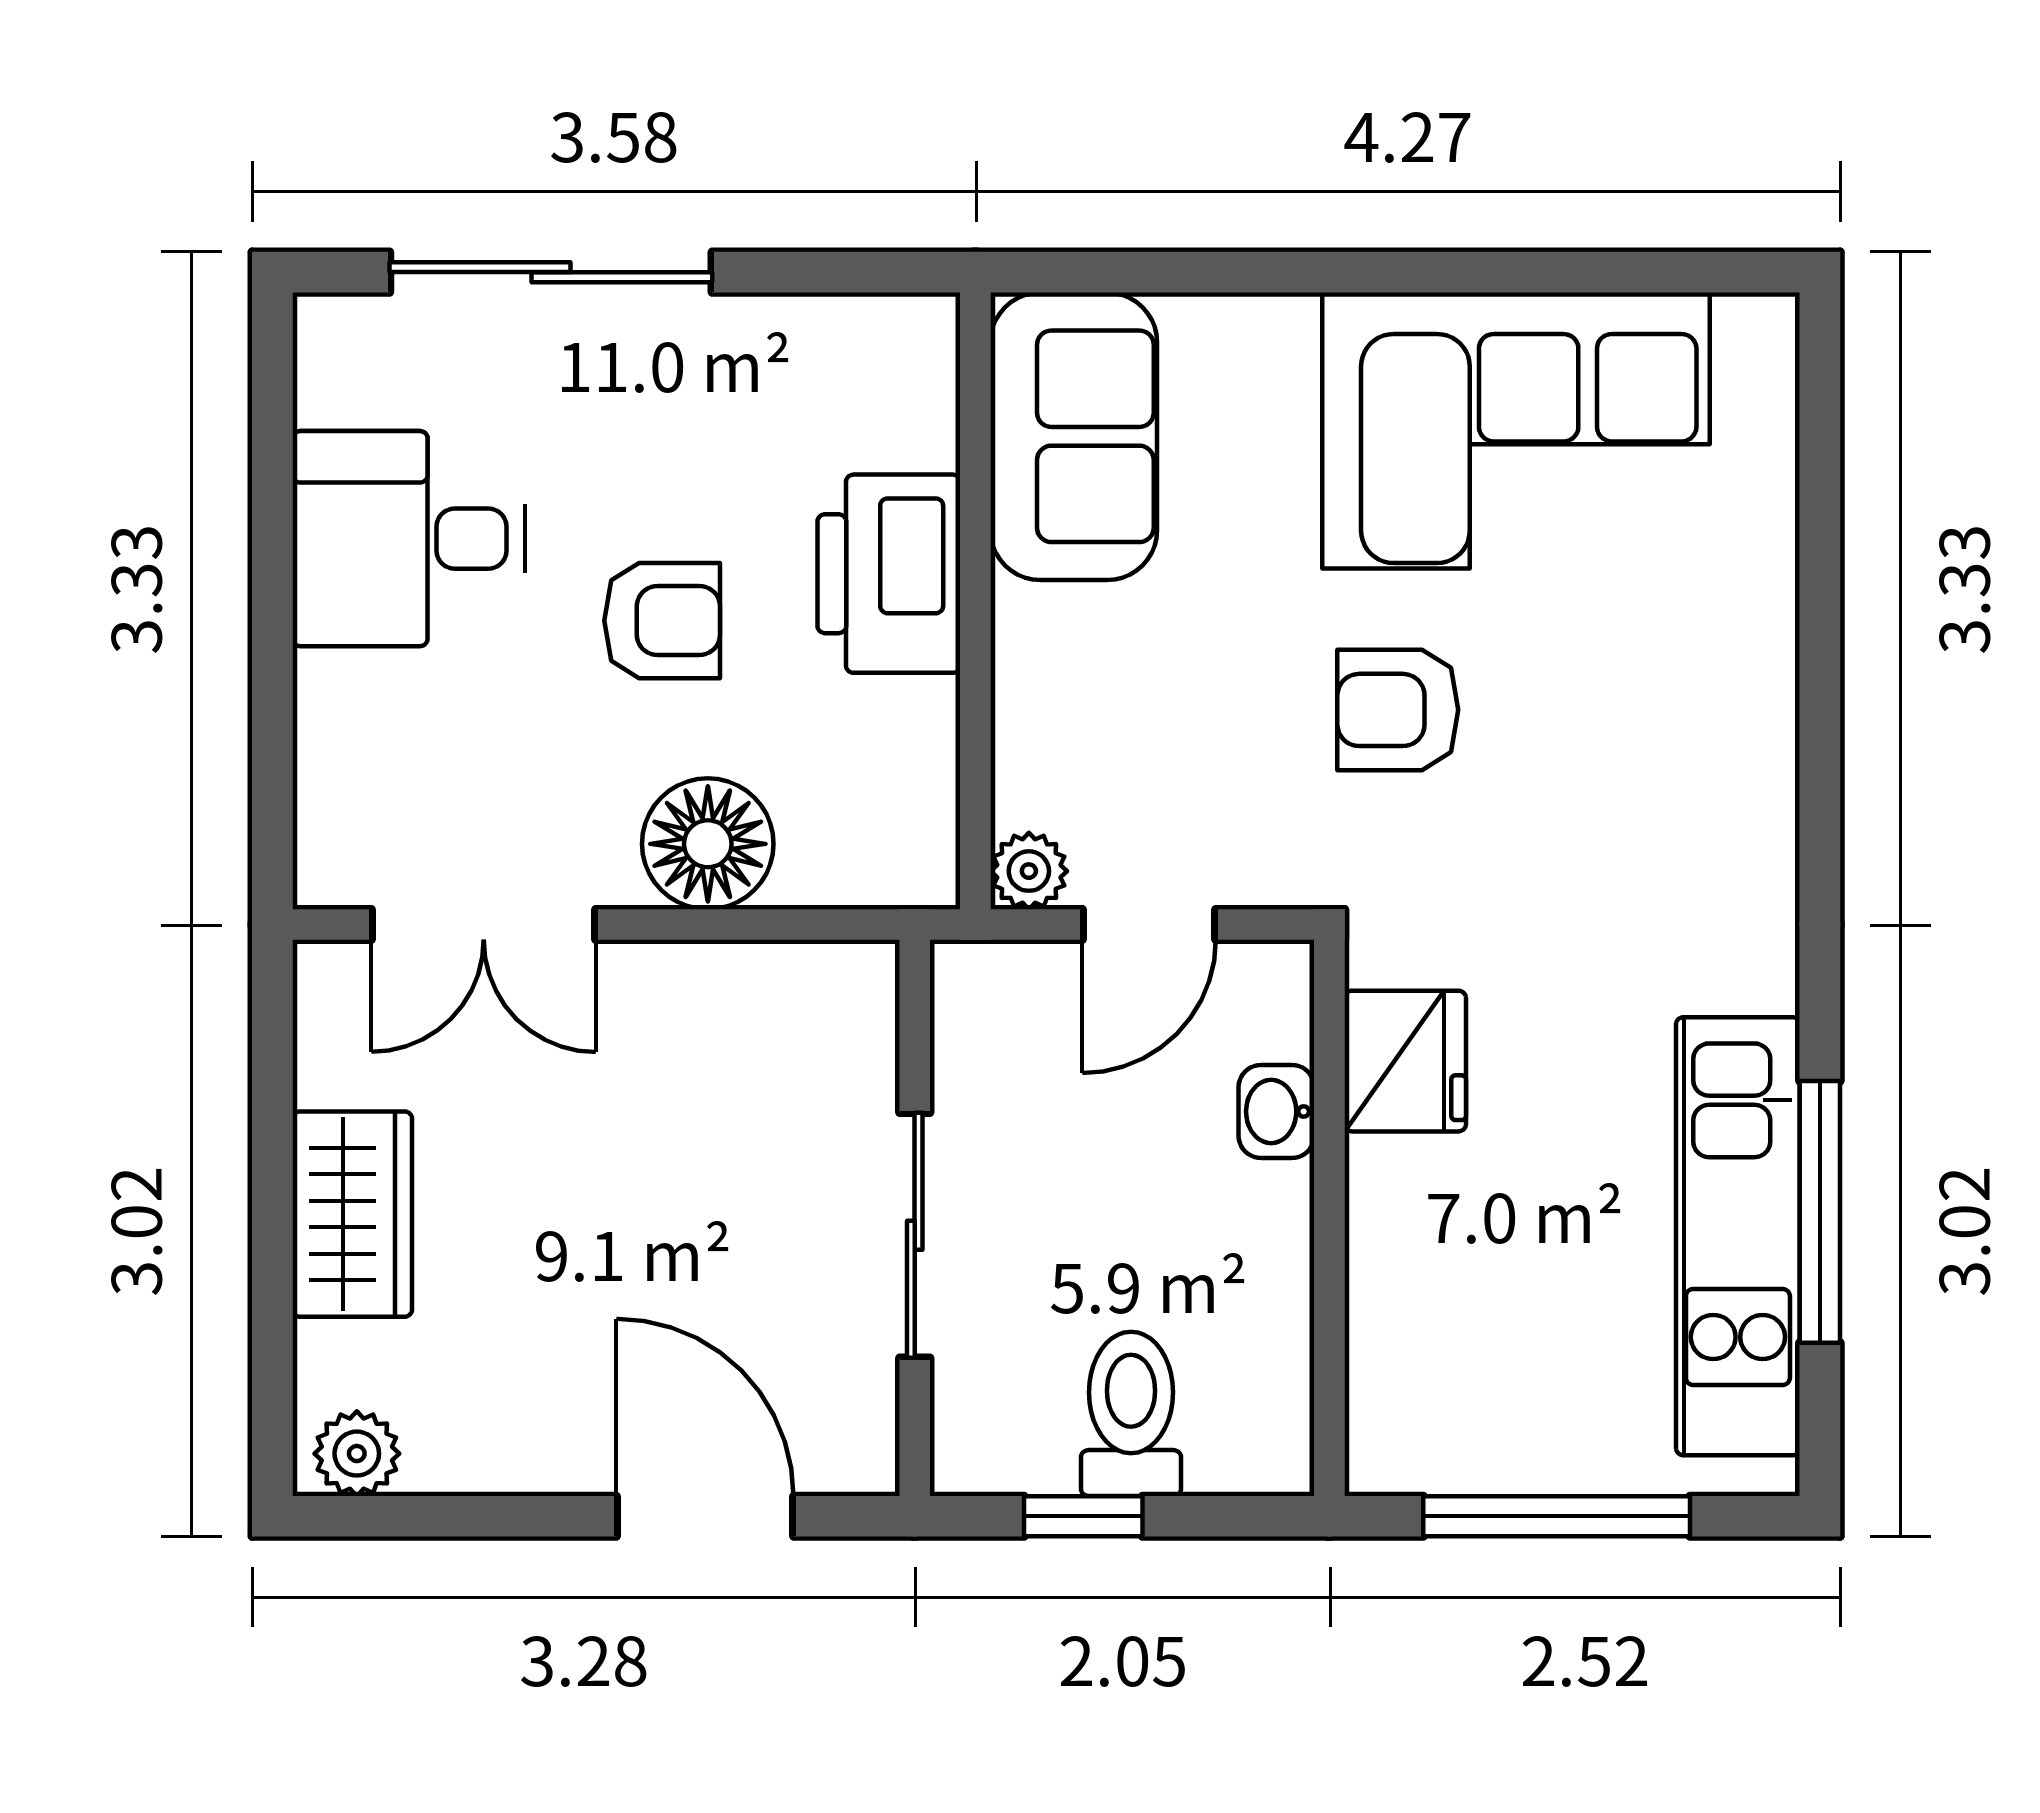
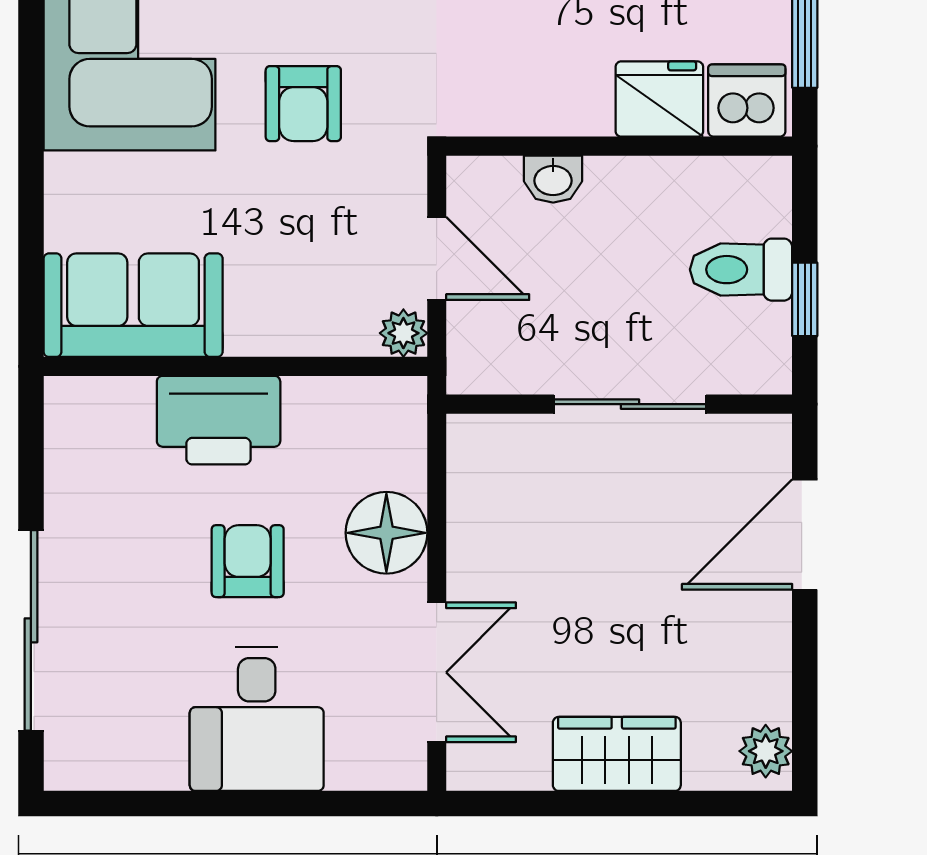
desk: (409, 539) -> (257, 719), moved
fridge: (1405, 1061) -> (659, 99), moved
dishwasher: (1403, 1423) -> (747, 101), added

